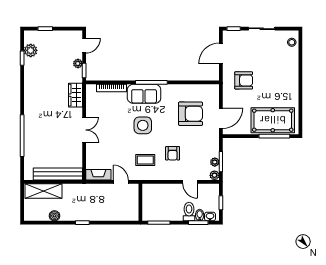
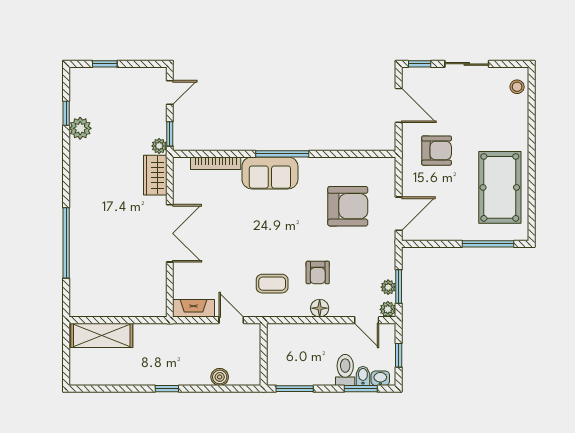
plant: (31, 50) -> (80, 128), moved
door: (221, 53) -> (399, 105), swing flipped
plant: (78, 63) -> (159, 146), moved
pool table: (273, 120) -> (500, 187), moved, turned 90
side table: (143, 125) -> (268, 226), removed
double door: (84, 130) -> (170, 233), width x1.37
bench: (58, 174) -> (126, 307), removed
floor lamp: (174, 175) -> (320, 308), added
door: (190, 182) -> (367, 320), moved
boiler: (54, 216) -> (220, 377), moved

